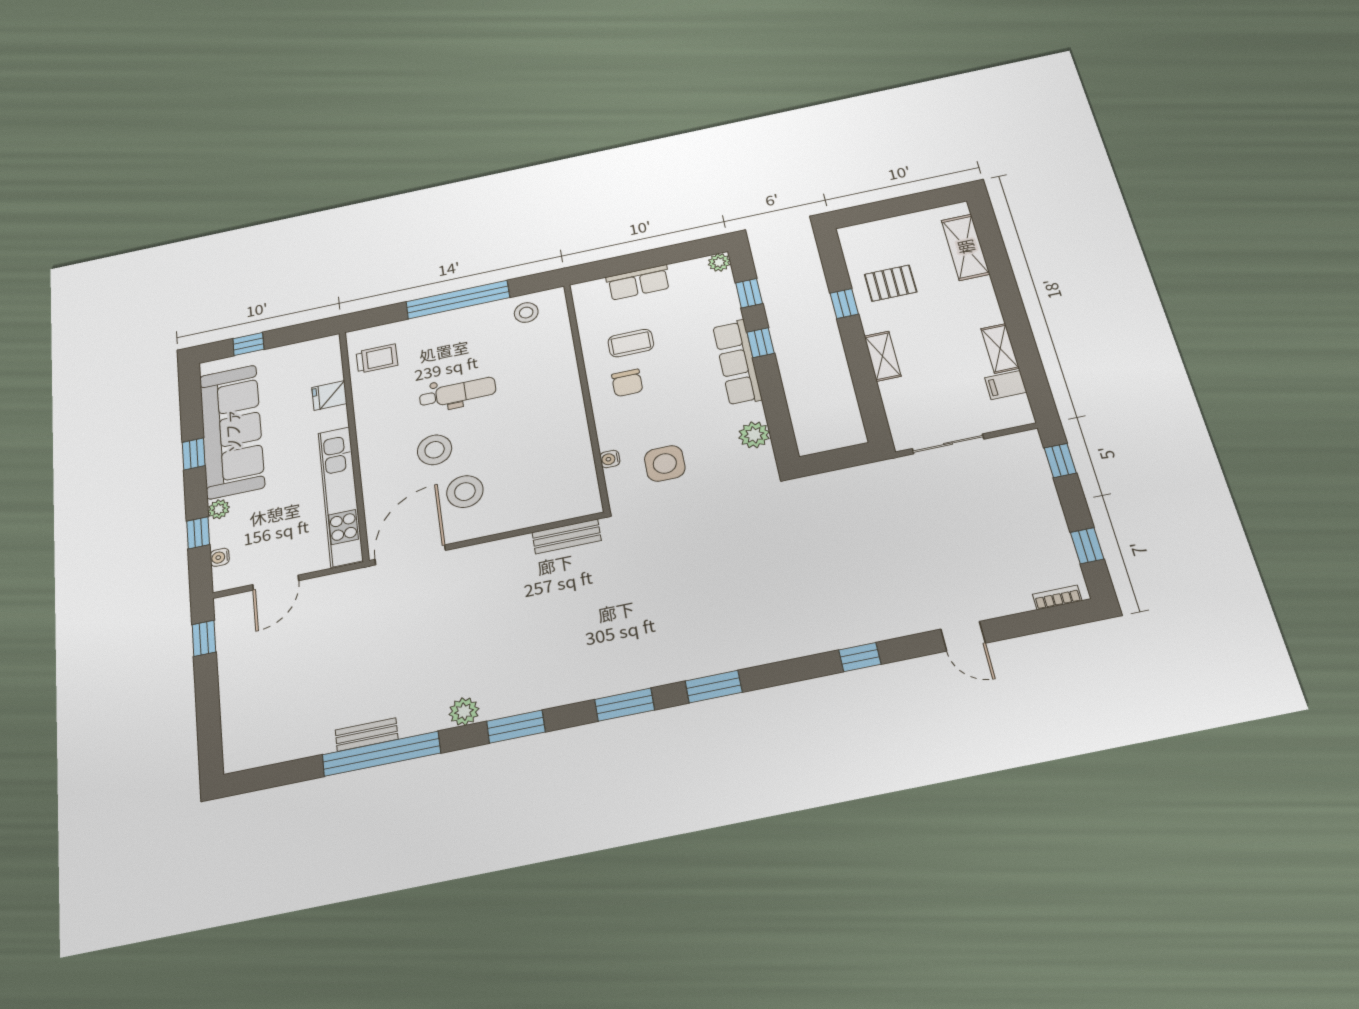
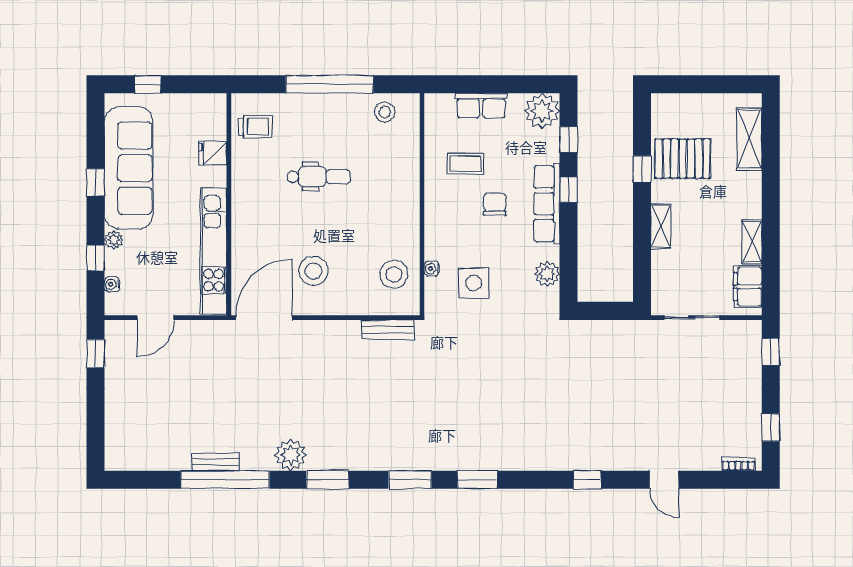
plant: (719, 262) -> (542, 111), width x1.88, depth x1.88
pallet: (891, 283) -> (683, 159), width x1.50, depth x1.42
chair: (627, 383) -> (495, 204), moved, turned 180
filing cabinet: (1006, 385) -> (748, 287), width x2.00
stool: (435, 450) -> (394, 274), moved
plant: (464, 712) -> (291, 455), width x1.36, depth x1.36

